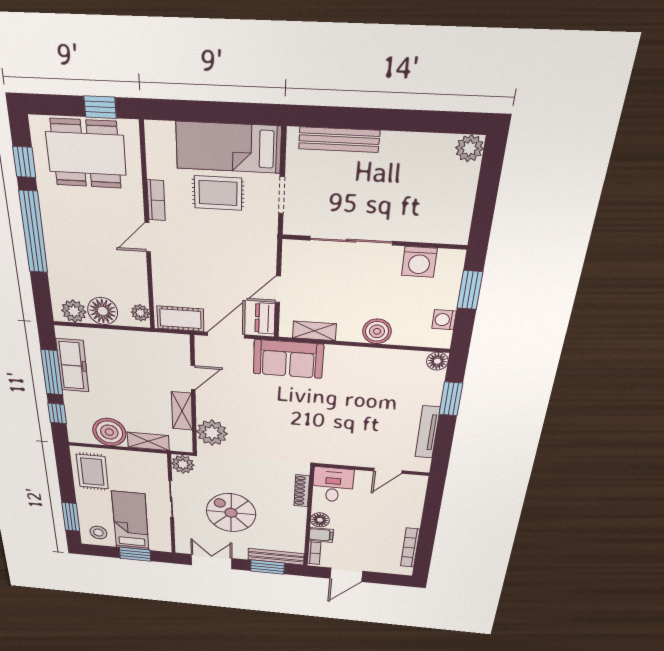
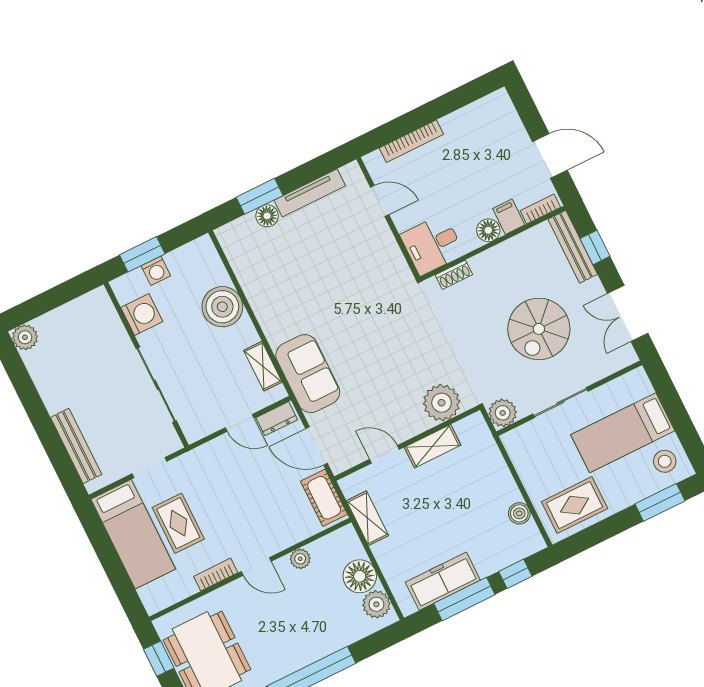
plant: (140, 313) -> (300, 559), moved
washing machine: (444, 320) -> (156, 271), moved
boiler: (377, 331) -> (222, 307), width x1.37, depth x1.37
floor lamp: (437, 361) -> (267, 216), moved
boiler: (109, 432) -> (519, 513), width x0.54, depth x0.54
shelving: (148, 441) -> (367, 518), moved
shoe rack: (302, 491) -> (454, 275), width x0.70
bookcase: (410, 548) -> (411, 141), moved
window: (135, 554) -> (673, 405), removed
window: (267, 567) -> (595, 247), width x0.67

